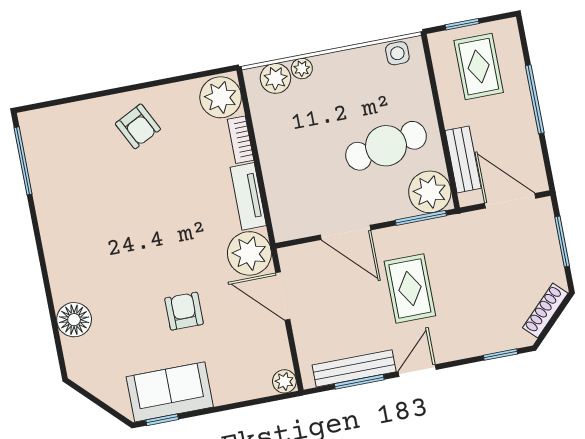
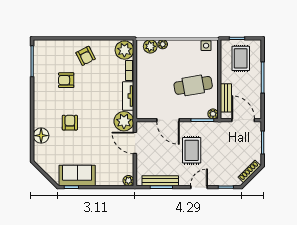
armchair: (106, 188) -> (66, 80), added
plant: (430, 192) -> (213, 114), width x0.53, depth x0.53
armchair: (184, 311) -> (70, 123), moved
door: (417, 371) -> (199, 187), moved

